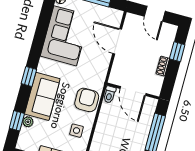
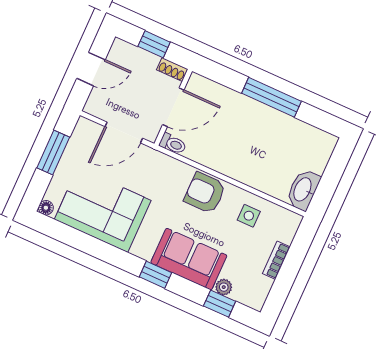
door: (133, 91) -> (173, 107), moved
wall: (133, 91) -> (173, 107), moved
toilet: (109, 95) -> (173, 144), moved

